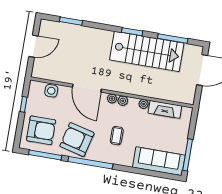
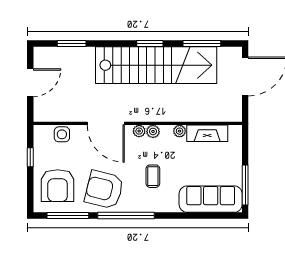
stairs: (147, 51) -> (156, 65), width x1.36
armchair: (41, 130) -> (58, 186), turned 90

